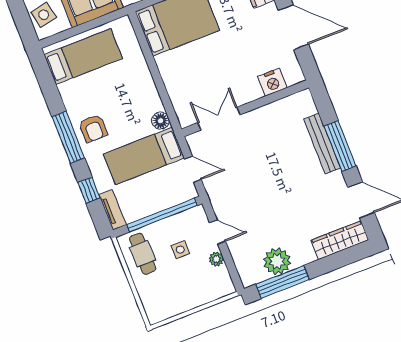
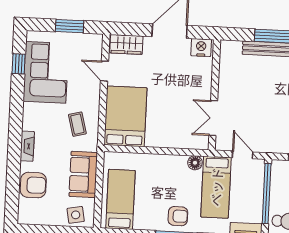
nightstand: (272, 82) -> (201, 48), moved, turned -90
door: (193, 169) -> (243, 155), hinge flipped

